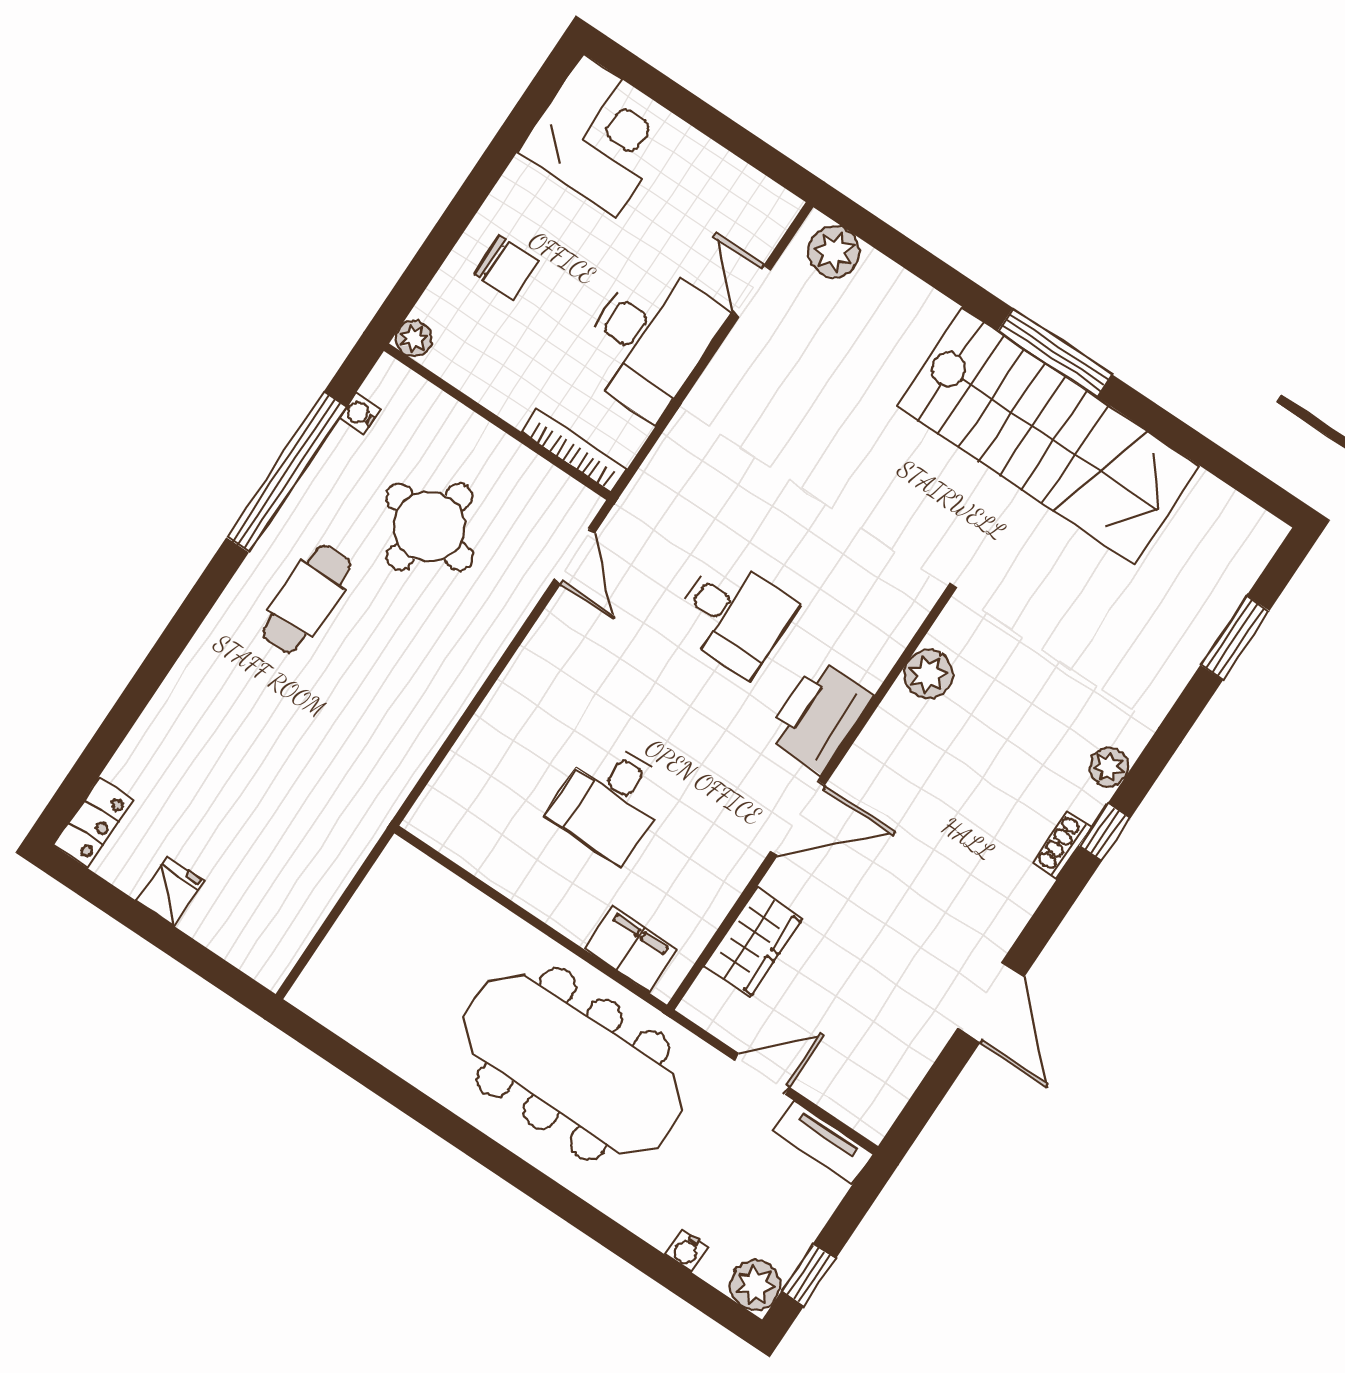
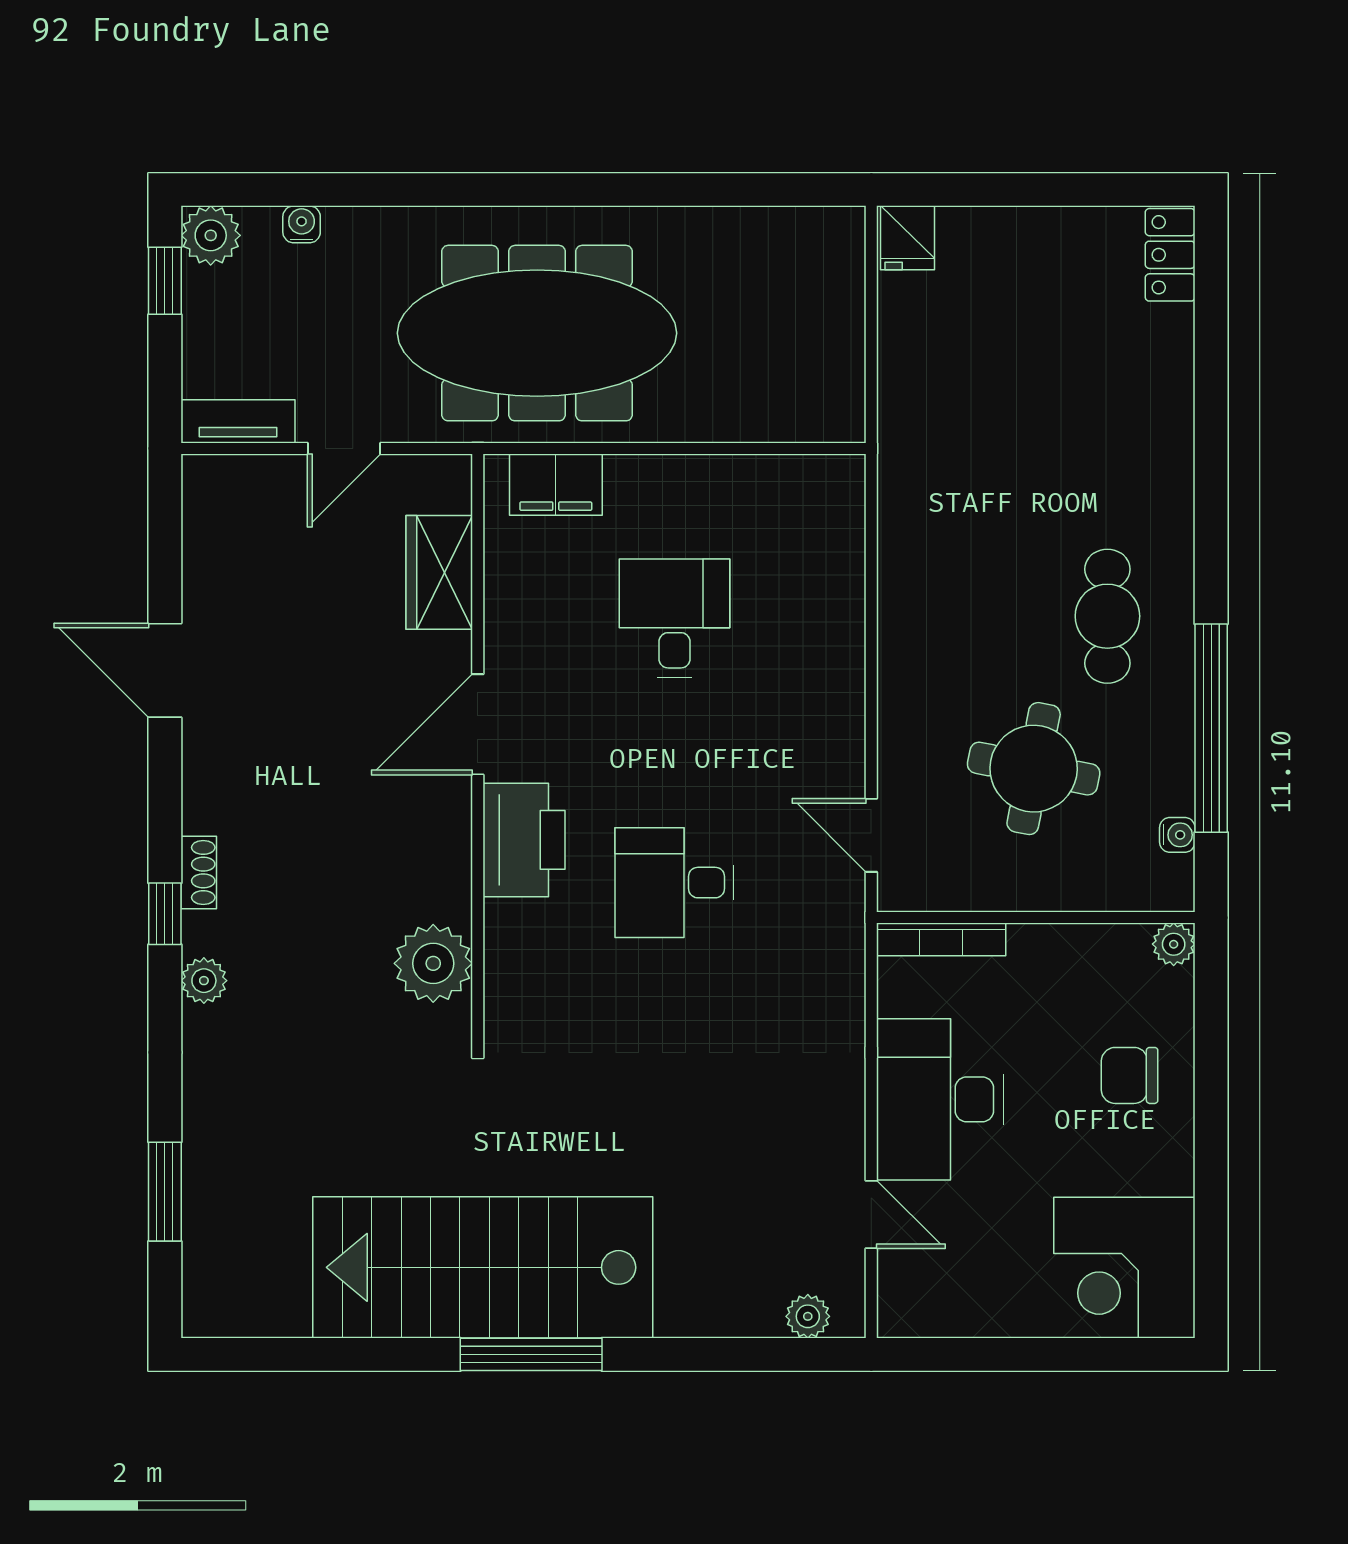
plant: (834, 252) -> (808, 1316), width x0.73, depth x0.73
plant: (928, 674) -> (433, 963), width x1.36, depth x1.36
fridge: (170, 891) -> (908, 238), moved

